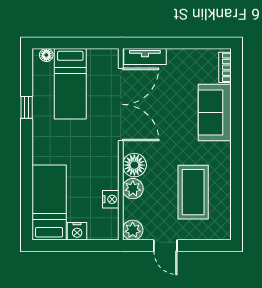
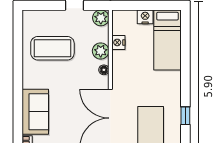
floor lamp: (134, 165) -> (104, 70), width x0.53, depth x0.53
coffee table: (193, 192) -> (52, 48), turned 90

